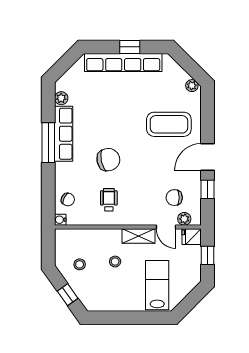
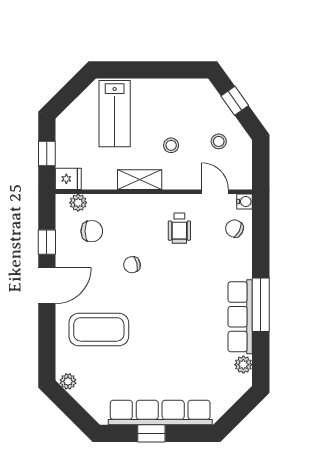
chair: (108, 160) -> (132, 265), moved, width x0.54, depth x0.54
door: (166, 227) -> (215, 192), moved

